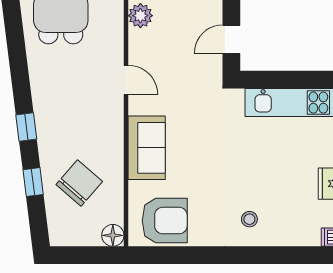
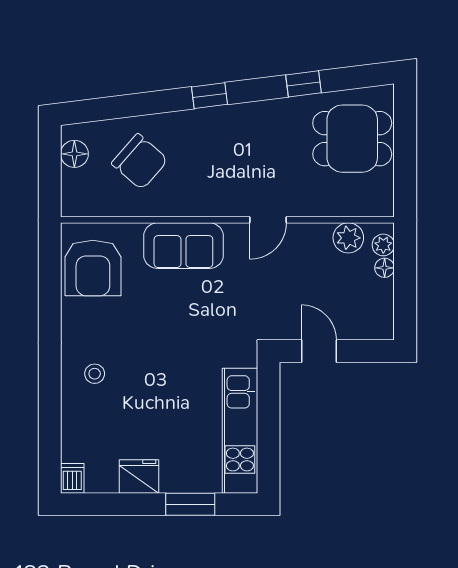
window: (33, 182) -> (304, 84), moved
floor lamp: (113, 235) -> (74, 154), moved

